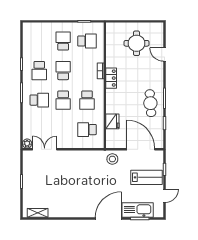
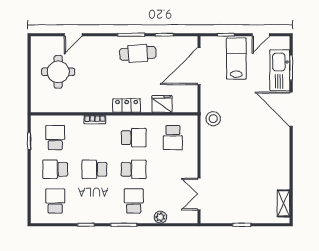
school desk: (39, 71) -> (55, 201), moved, turned -90
locker: (111, 78) -> (127, 106), moved
plant: (27, 144) -> (160, 217), moved
stool: (112, 159) -> (213, 119), moved
door: (164, 196) -> (261, 35), swing flipped

